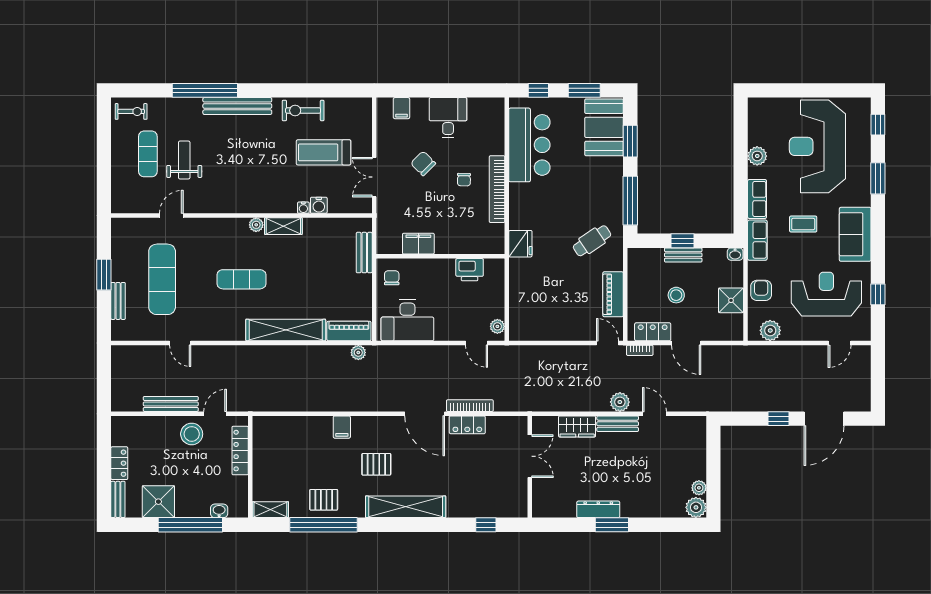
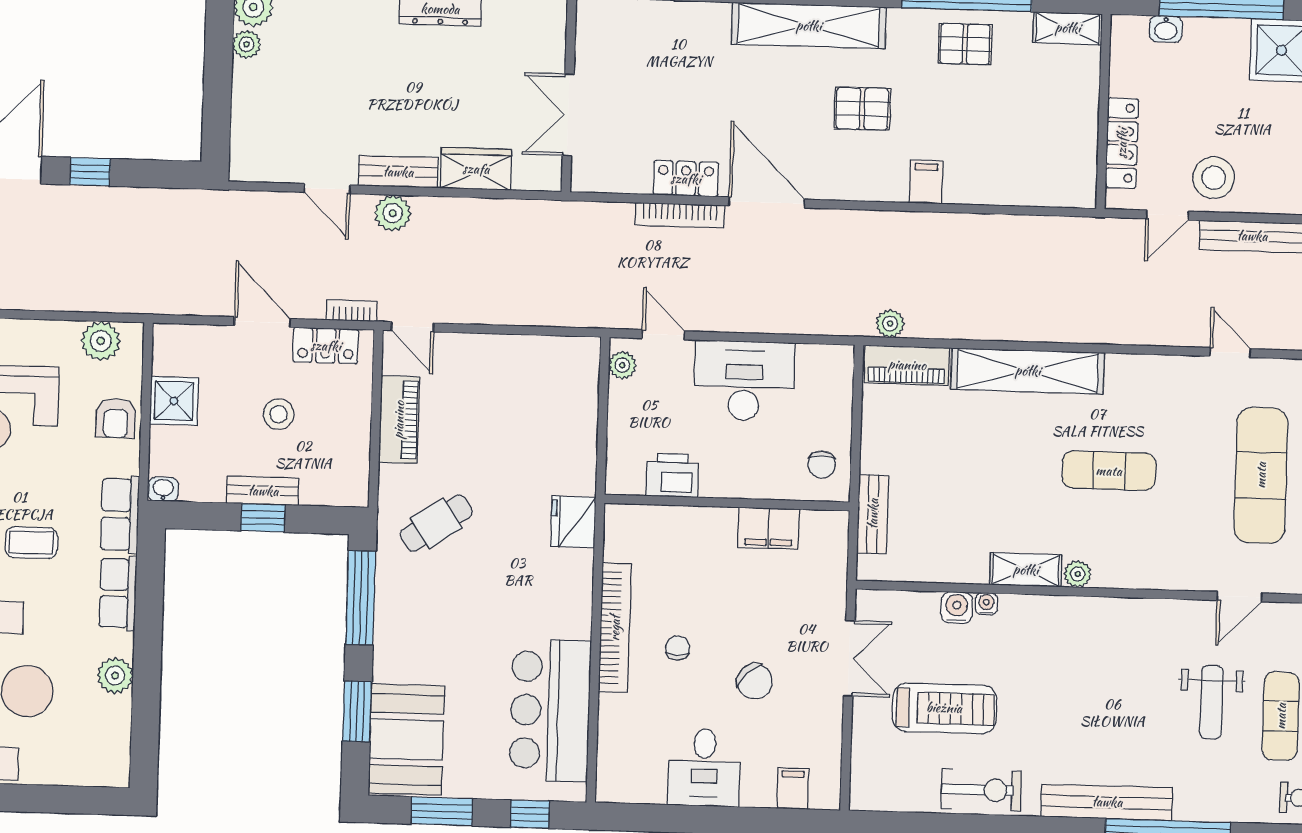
desk: (407, 320) -> (744, 381), moved

